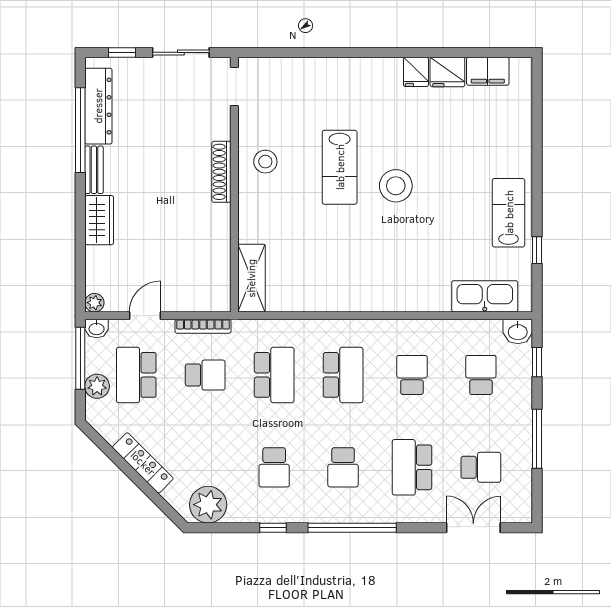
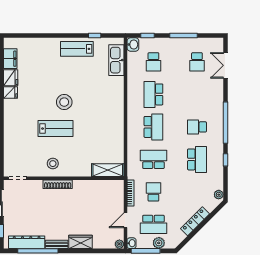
door: (145, 316) -> (125, 220), hinge flipped
school desk: (343, 375) -> (153, 127), turned 90
school desk: (412, 375) -> (153, 94), width x1.85
school desk: (481, 375) -> (153, 62), turned -90
school desk: (274, 467) -> (197, 159), width x1.85
school desk: (343, 467) -> (197, 127), turned 180
school desk: (412, 467) -> (197, 94), removed
school desk: (481, 467) -> (197, 62), turned 180
plant: (208, 505) -> (219, 195), width x0.53, depth x0.53

